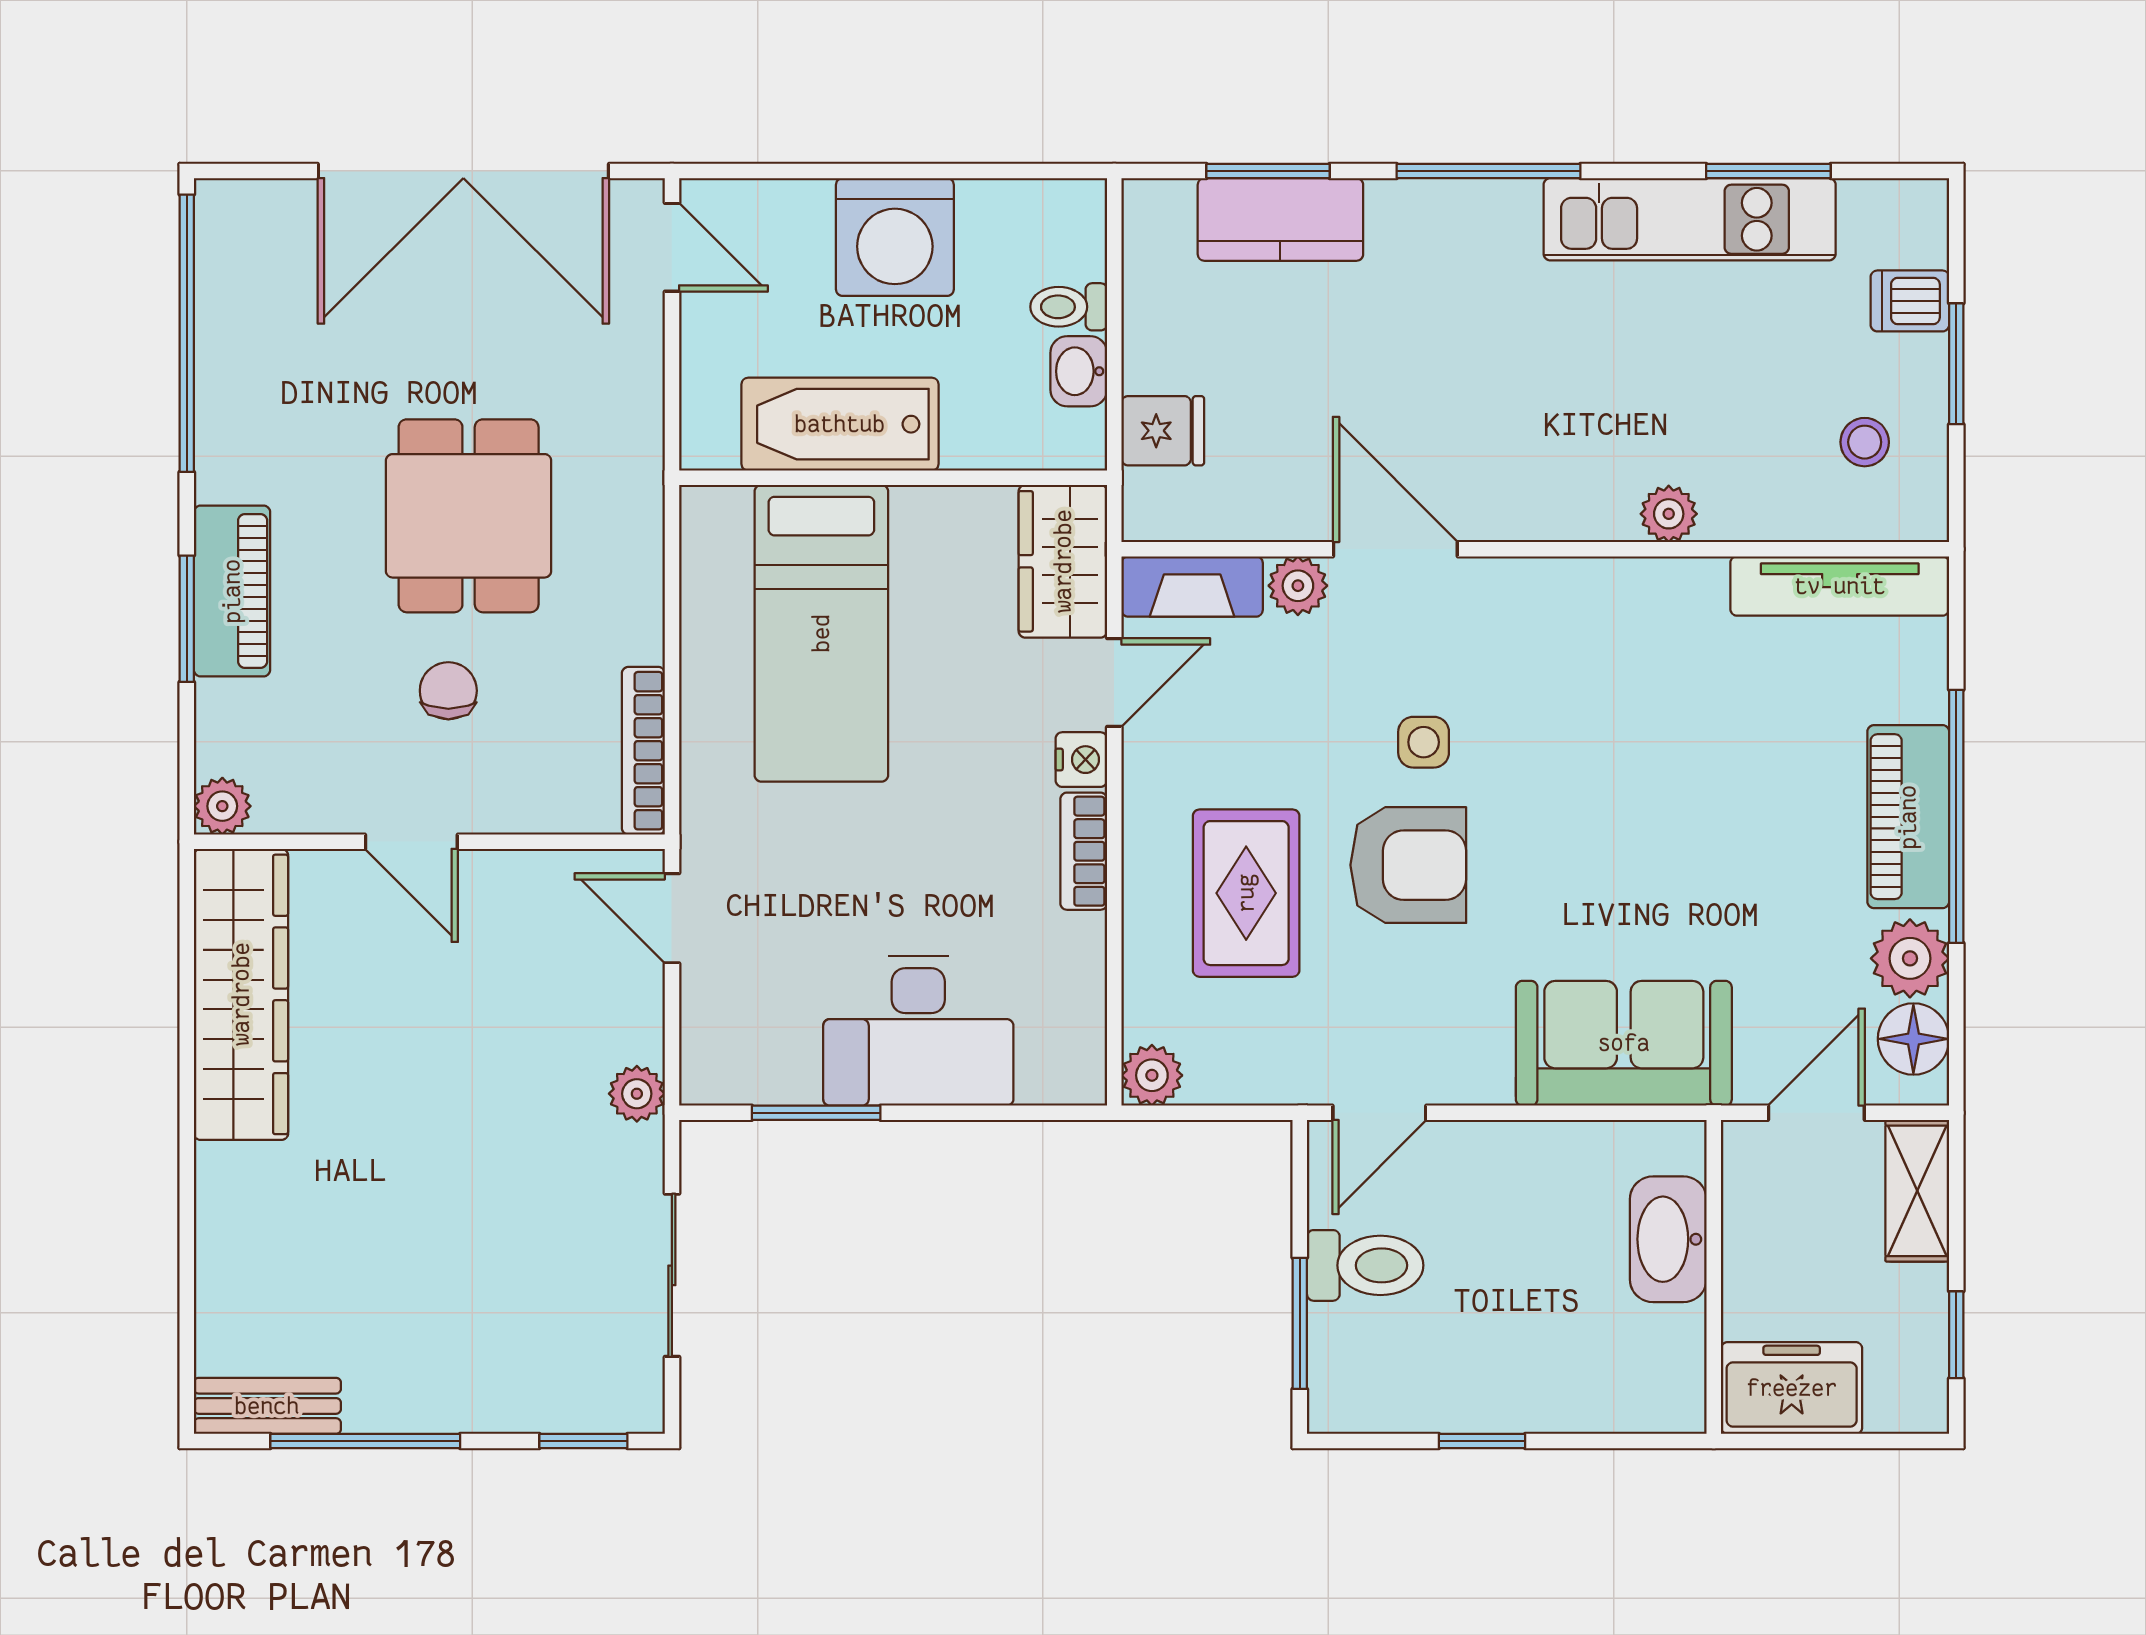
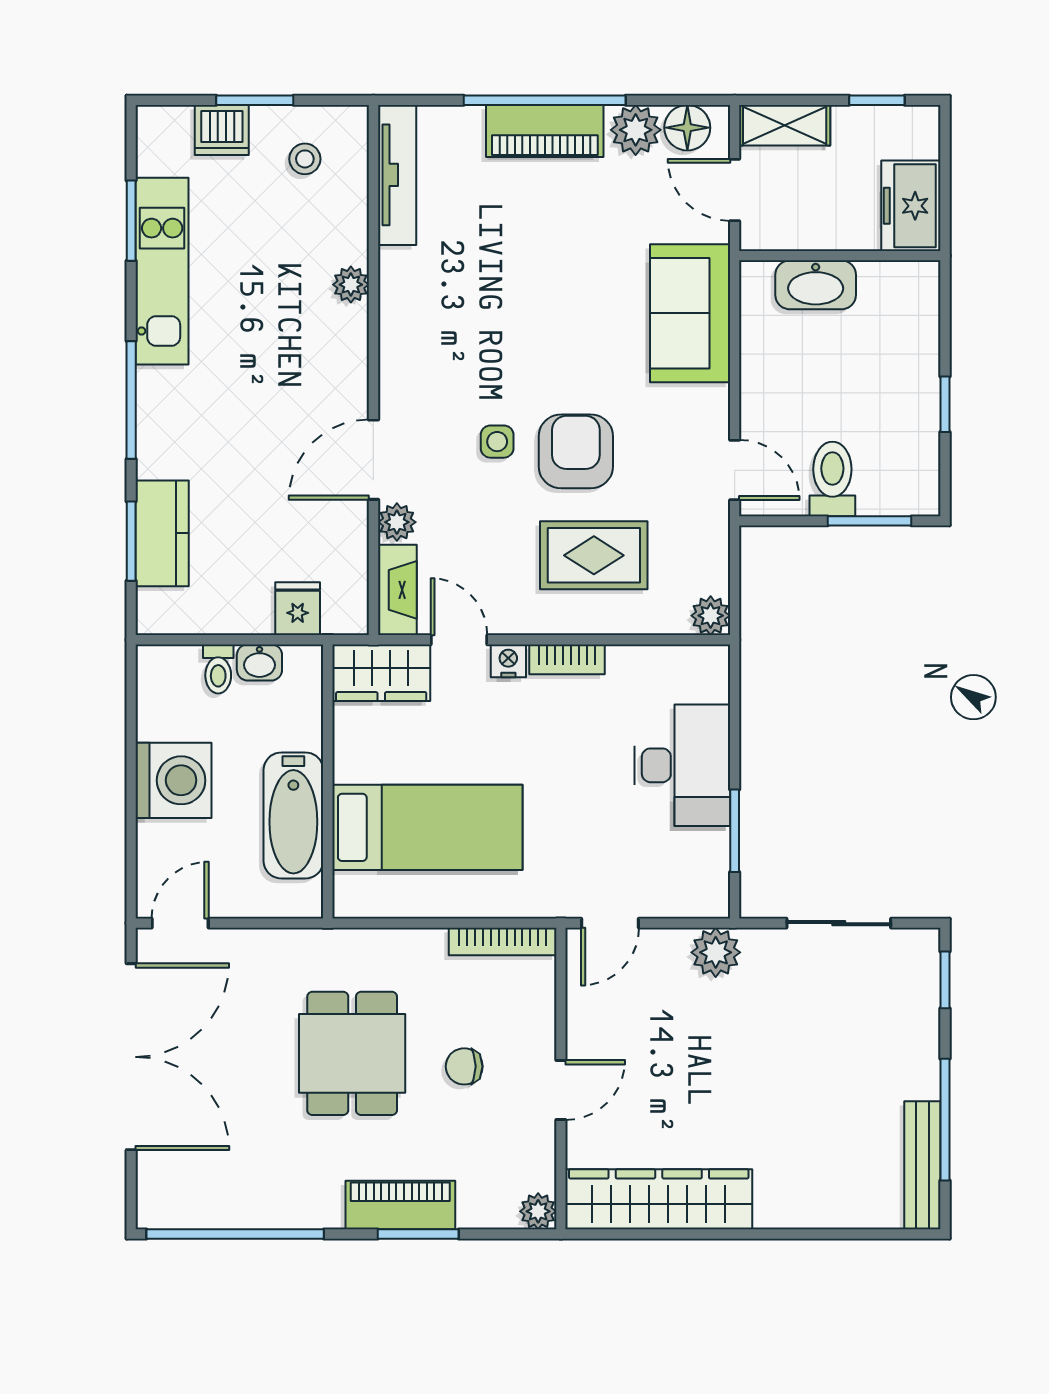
dishwasher: (1910, 301) -> (222, 130), width x1.38
dining table: (469, 516) -> (352, 1053), turned 90
plant: (637, 1094) -> (716, 952), width x1.38, depth x1.38
bench: (267, 1406) -> (922, 1165), width x1.36

